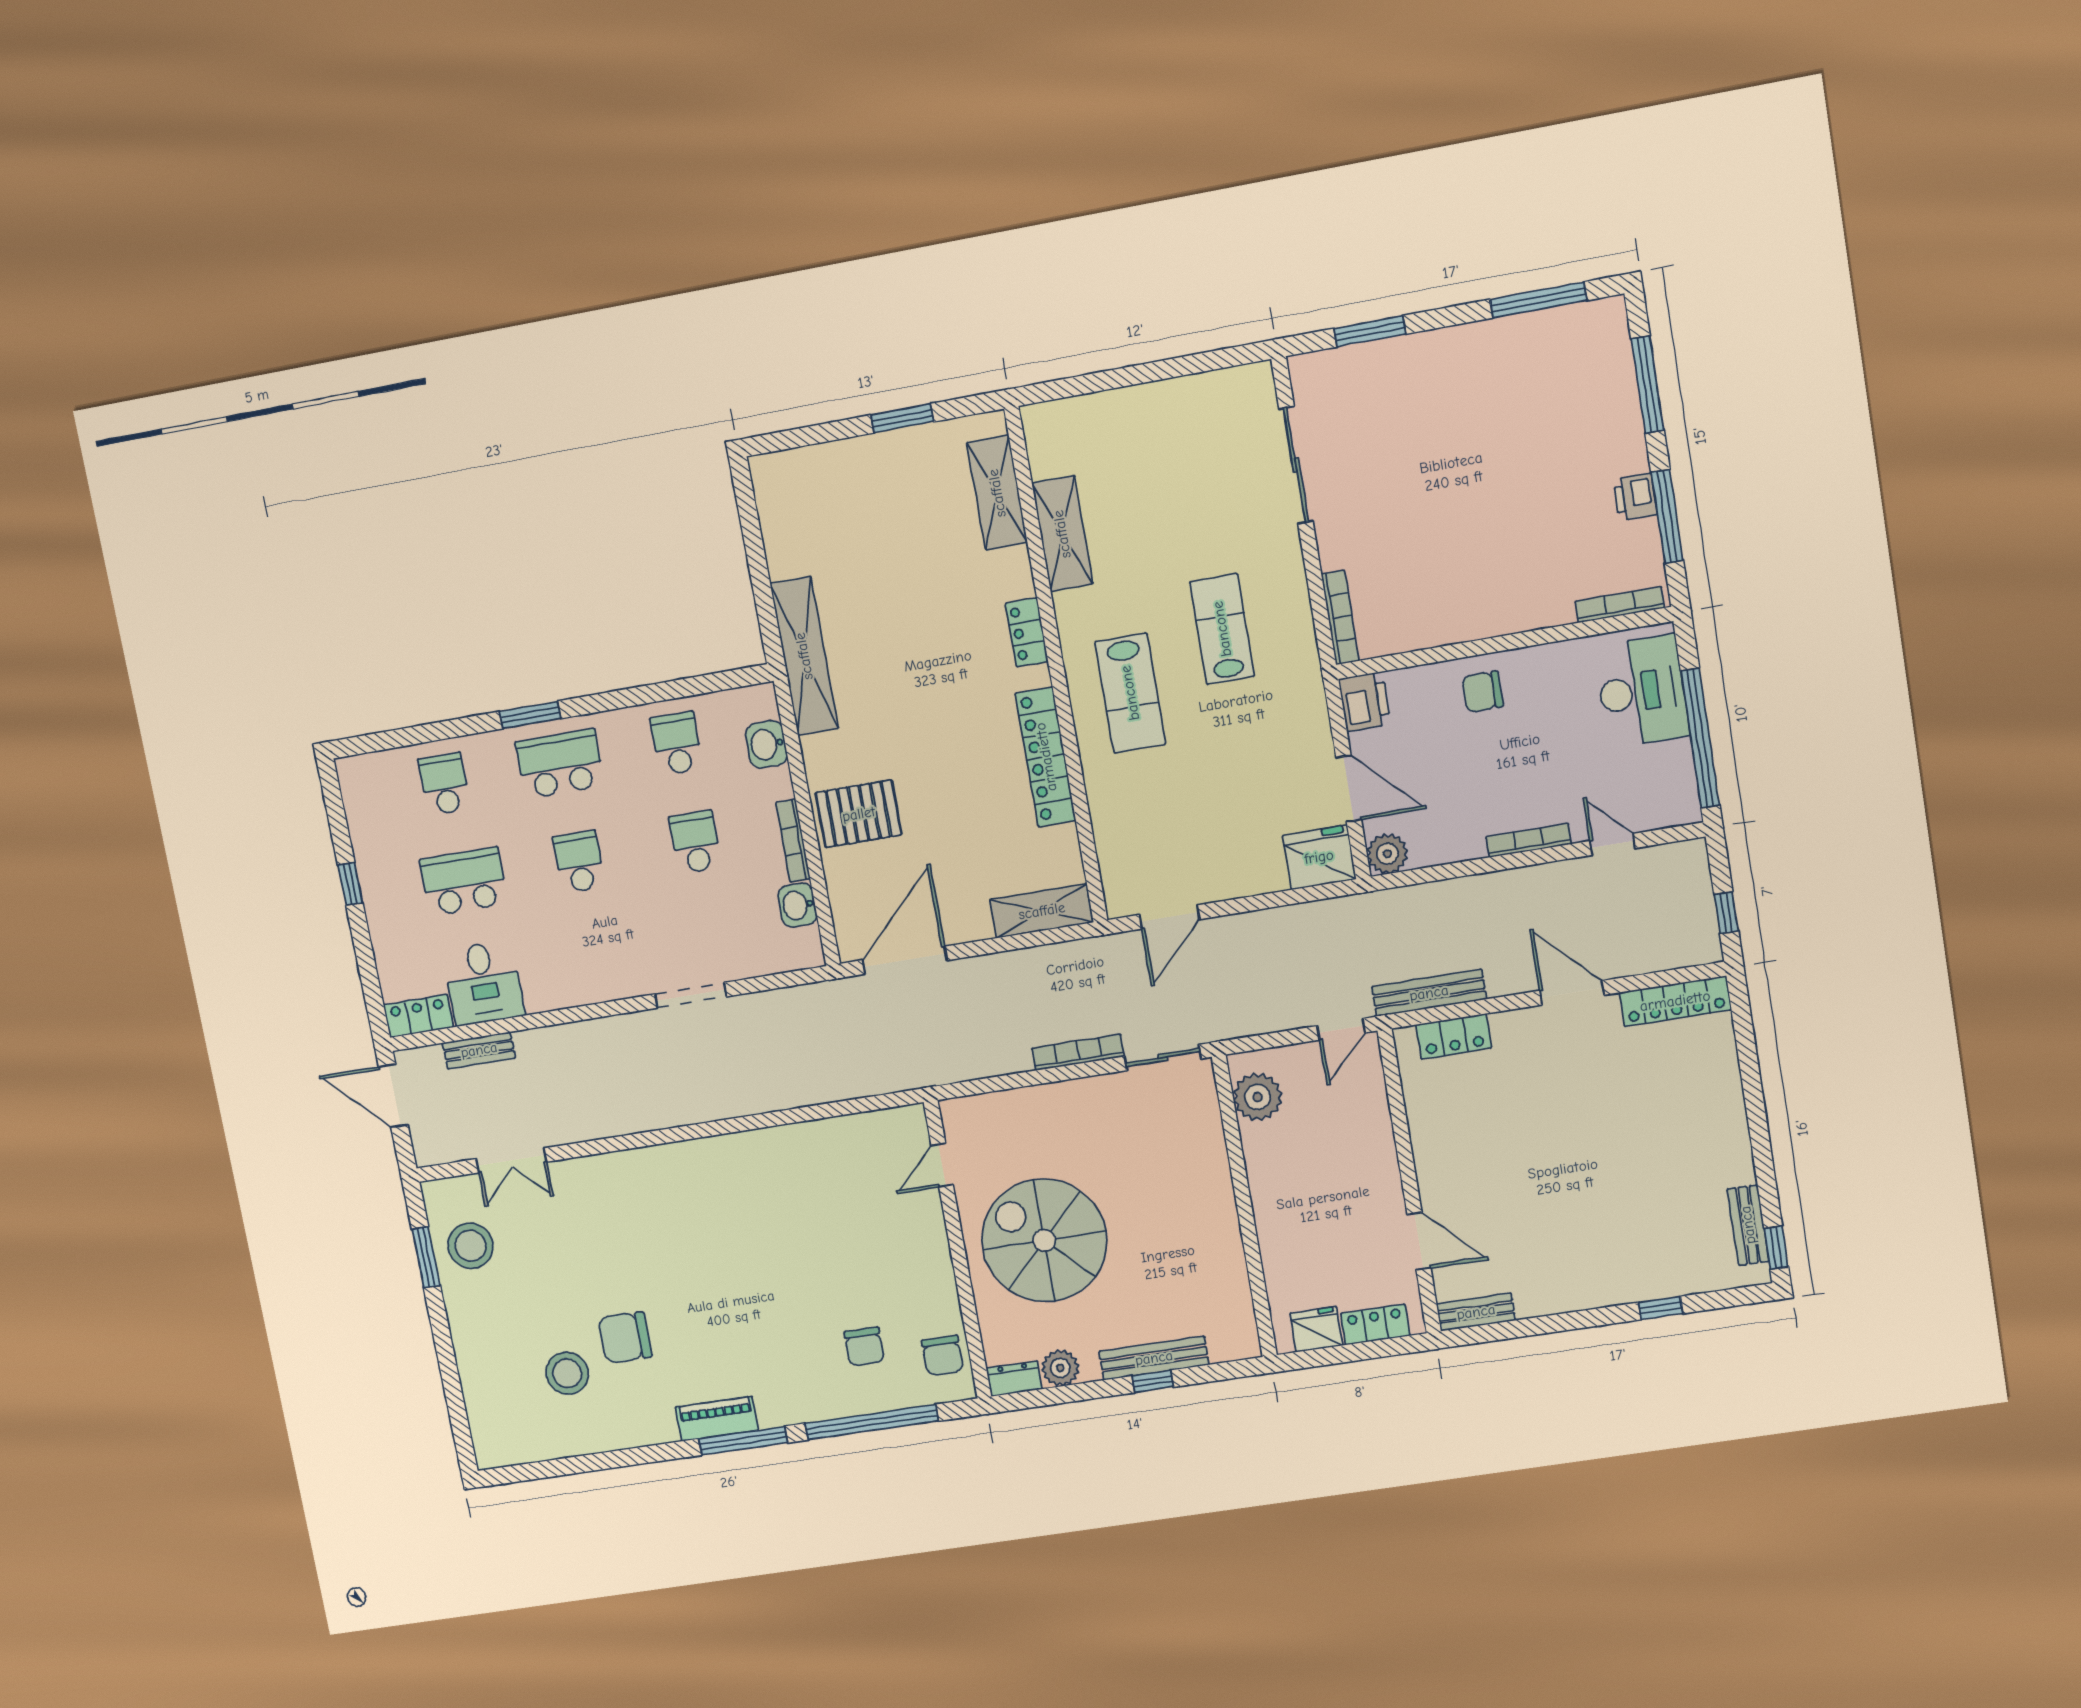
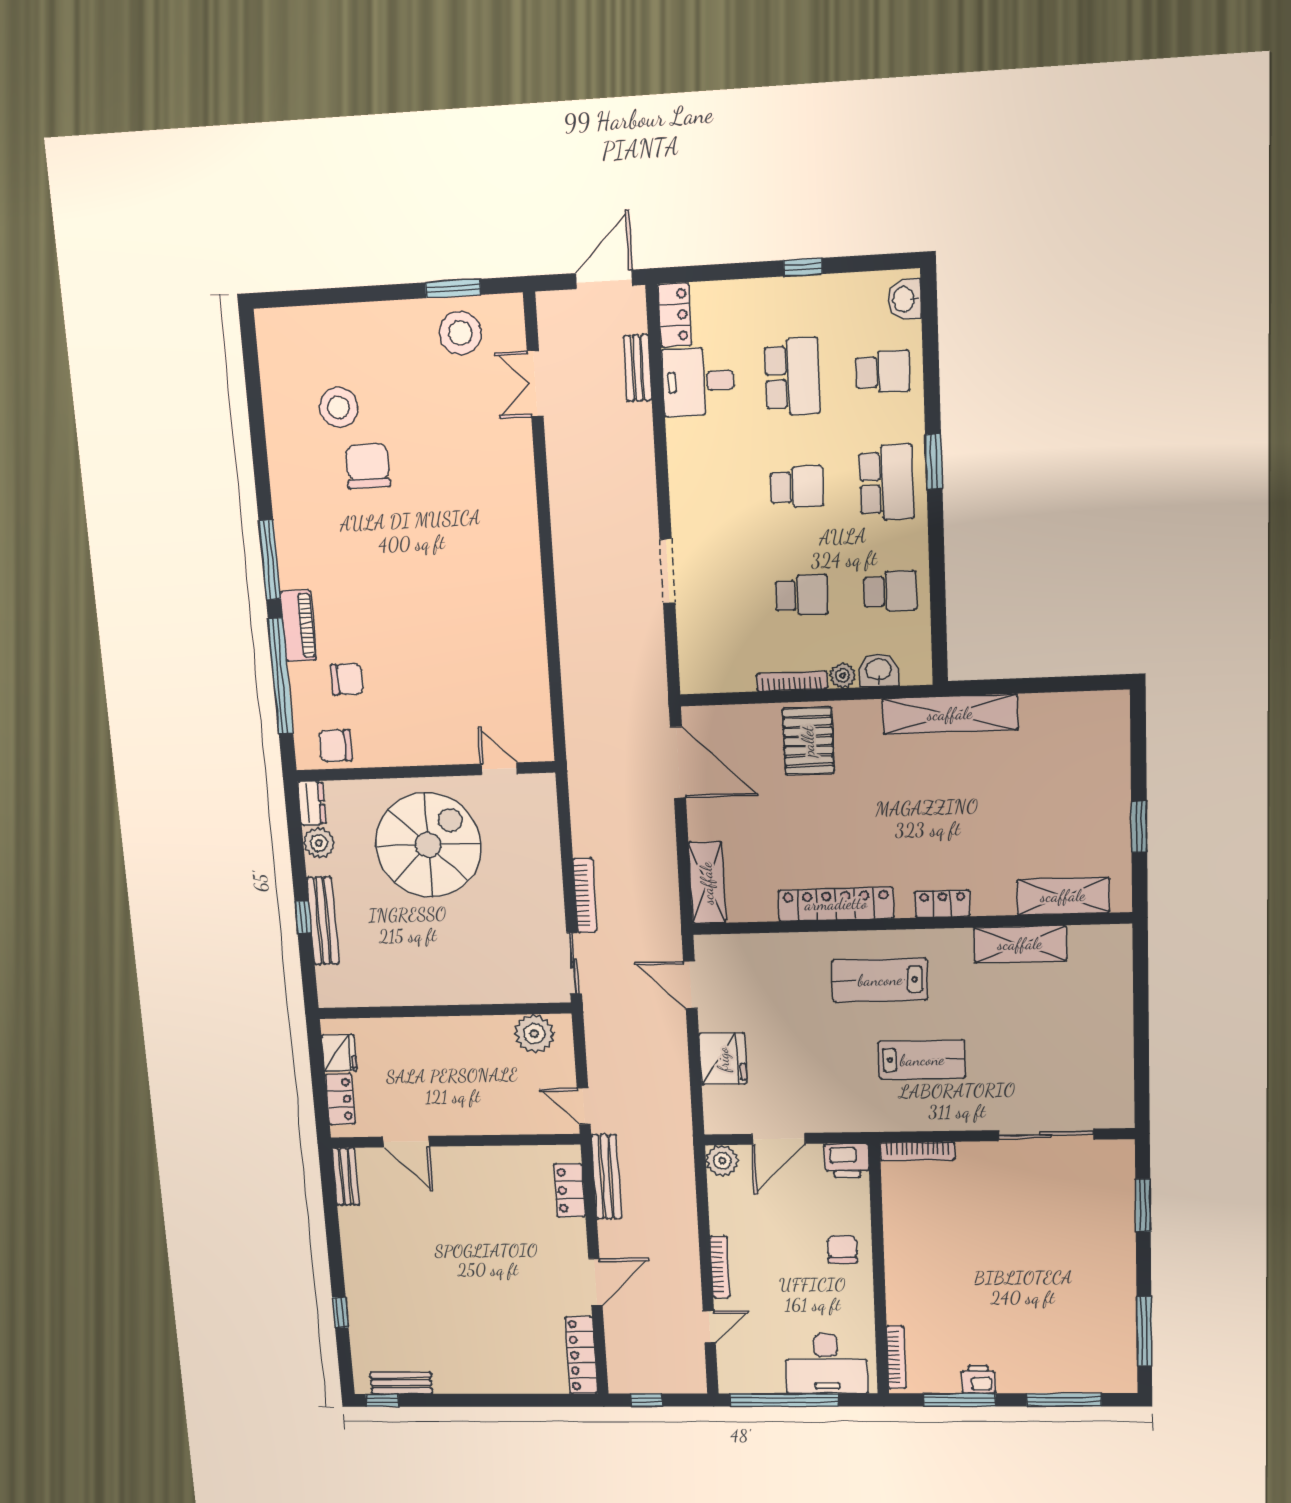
plant: (778, 784) -> (843, 675), added
fridge: (1319, 857) -> (723, 1059), moved
washbasin: (797, 905) -> (905, 299), moved, turned -90
door: (1419, 1241) -> (406, 1142), hinge flipped
chair: (864, 1347) -> (347, 679), turned 180
piano: (717, 1419) -> (298, 626), moved

